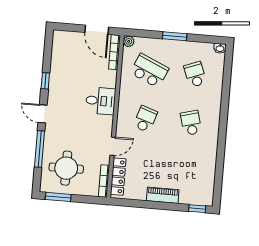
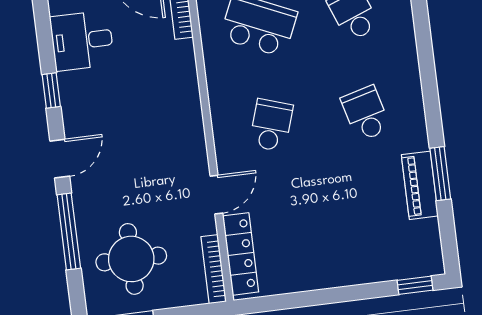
desk: (101, 101) -> (82, 41), moved, turned 180
door: (43, 114) -> (60, 159), swing flipped
window: (220, 159) -> (440, 174), added
piano: (163, 195) -> (420, 185), moved, turned -90

